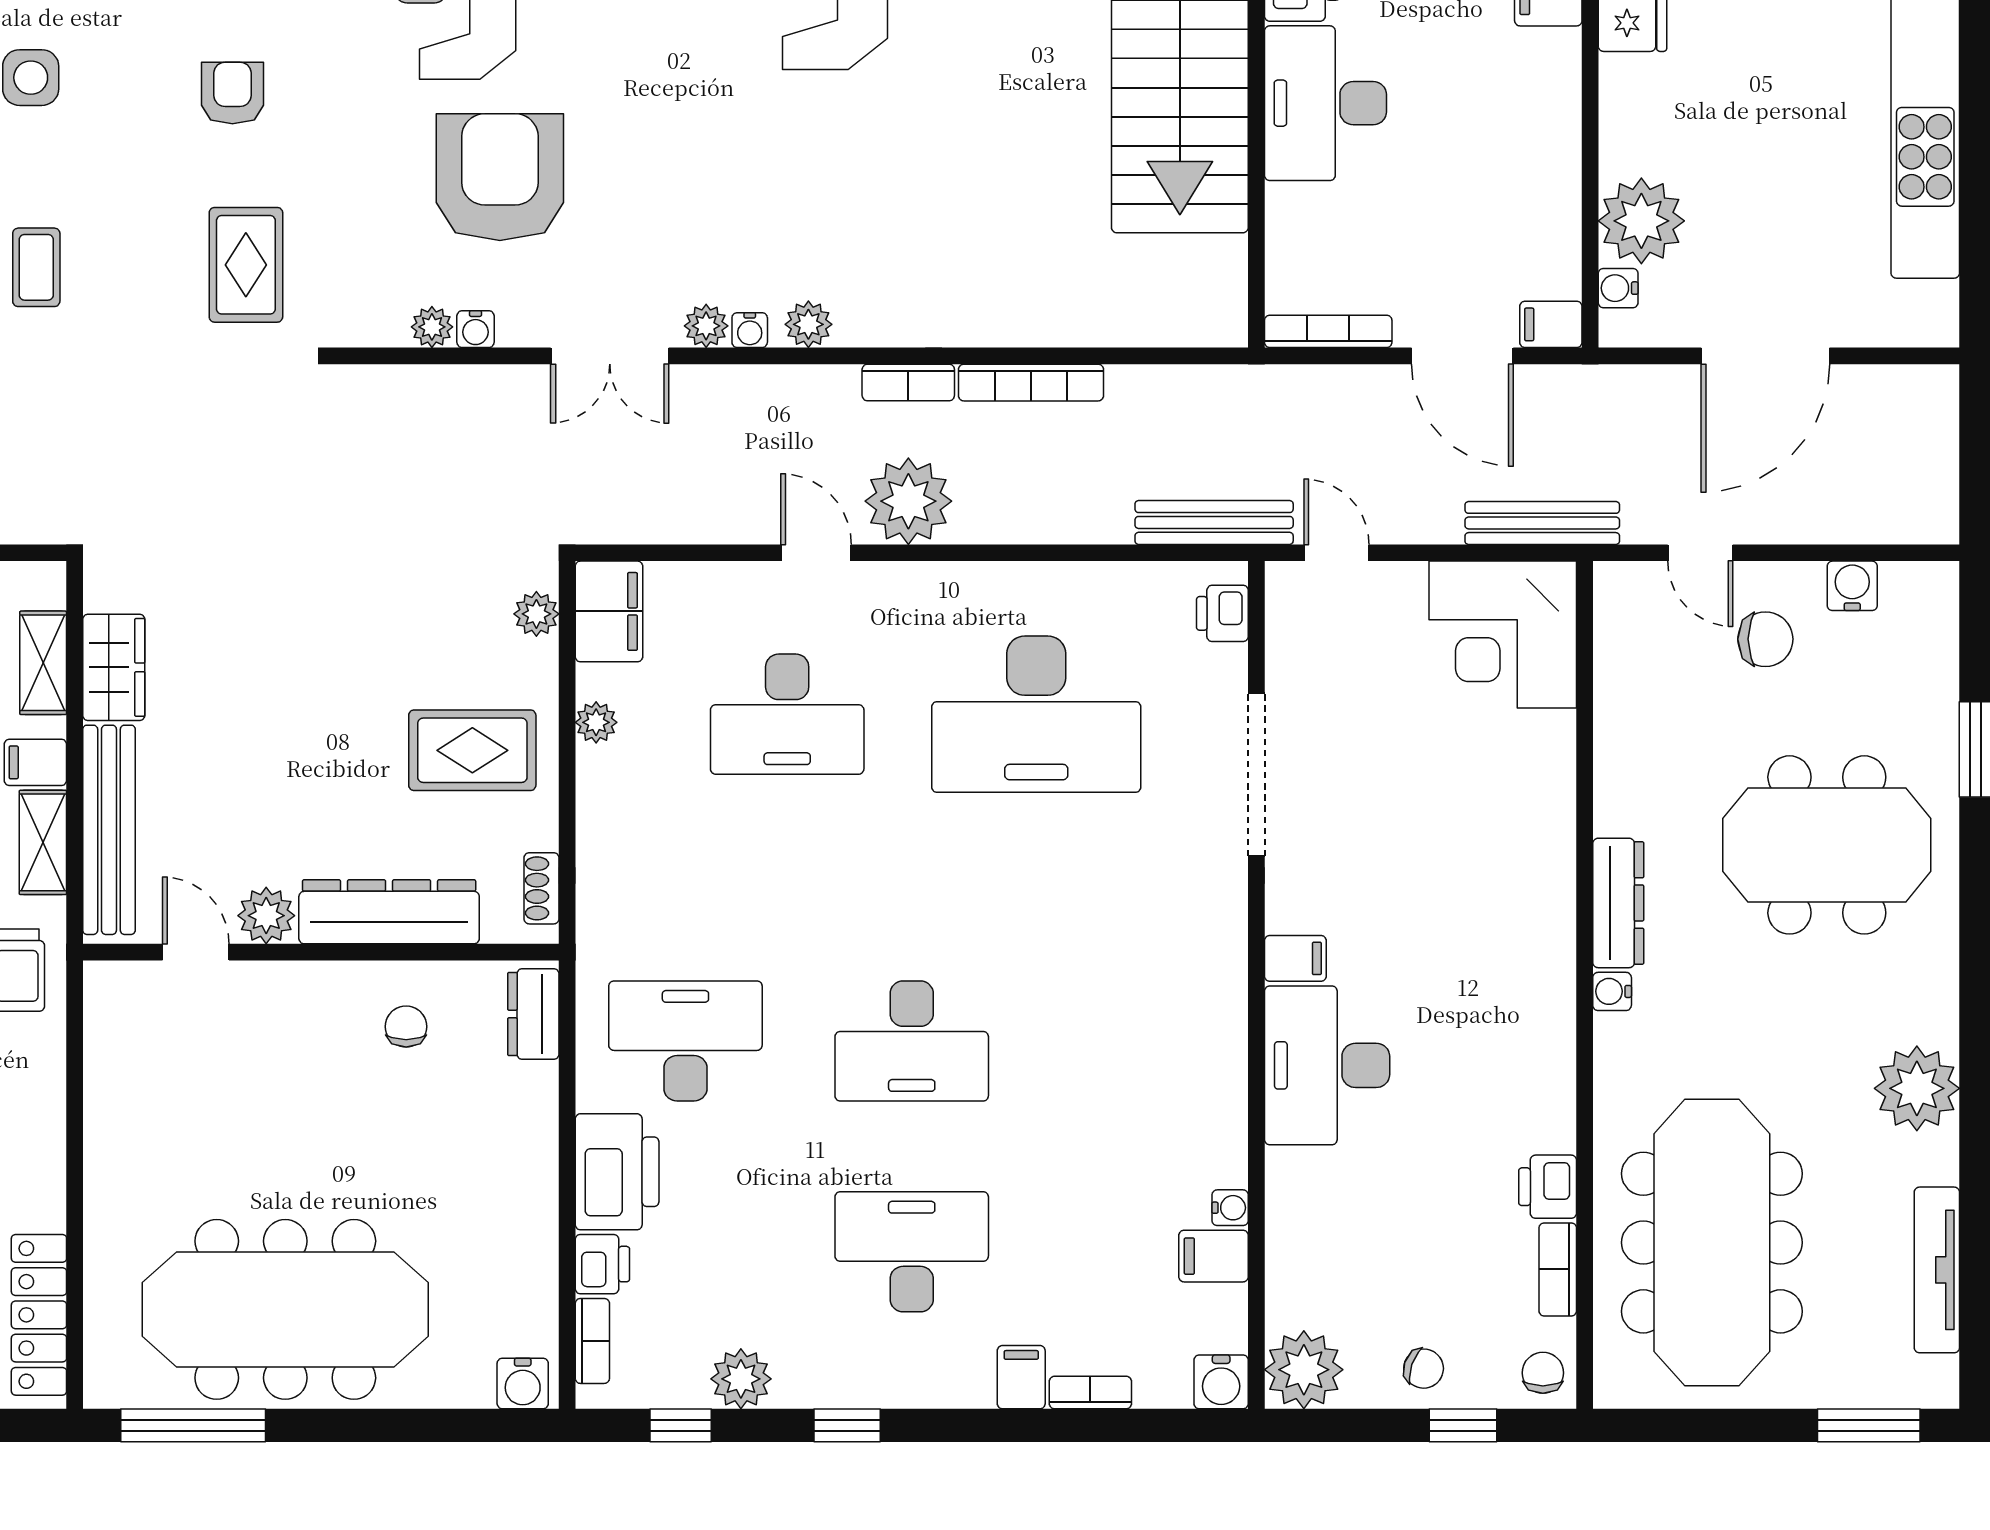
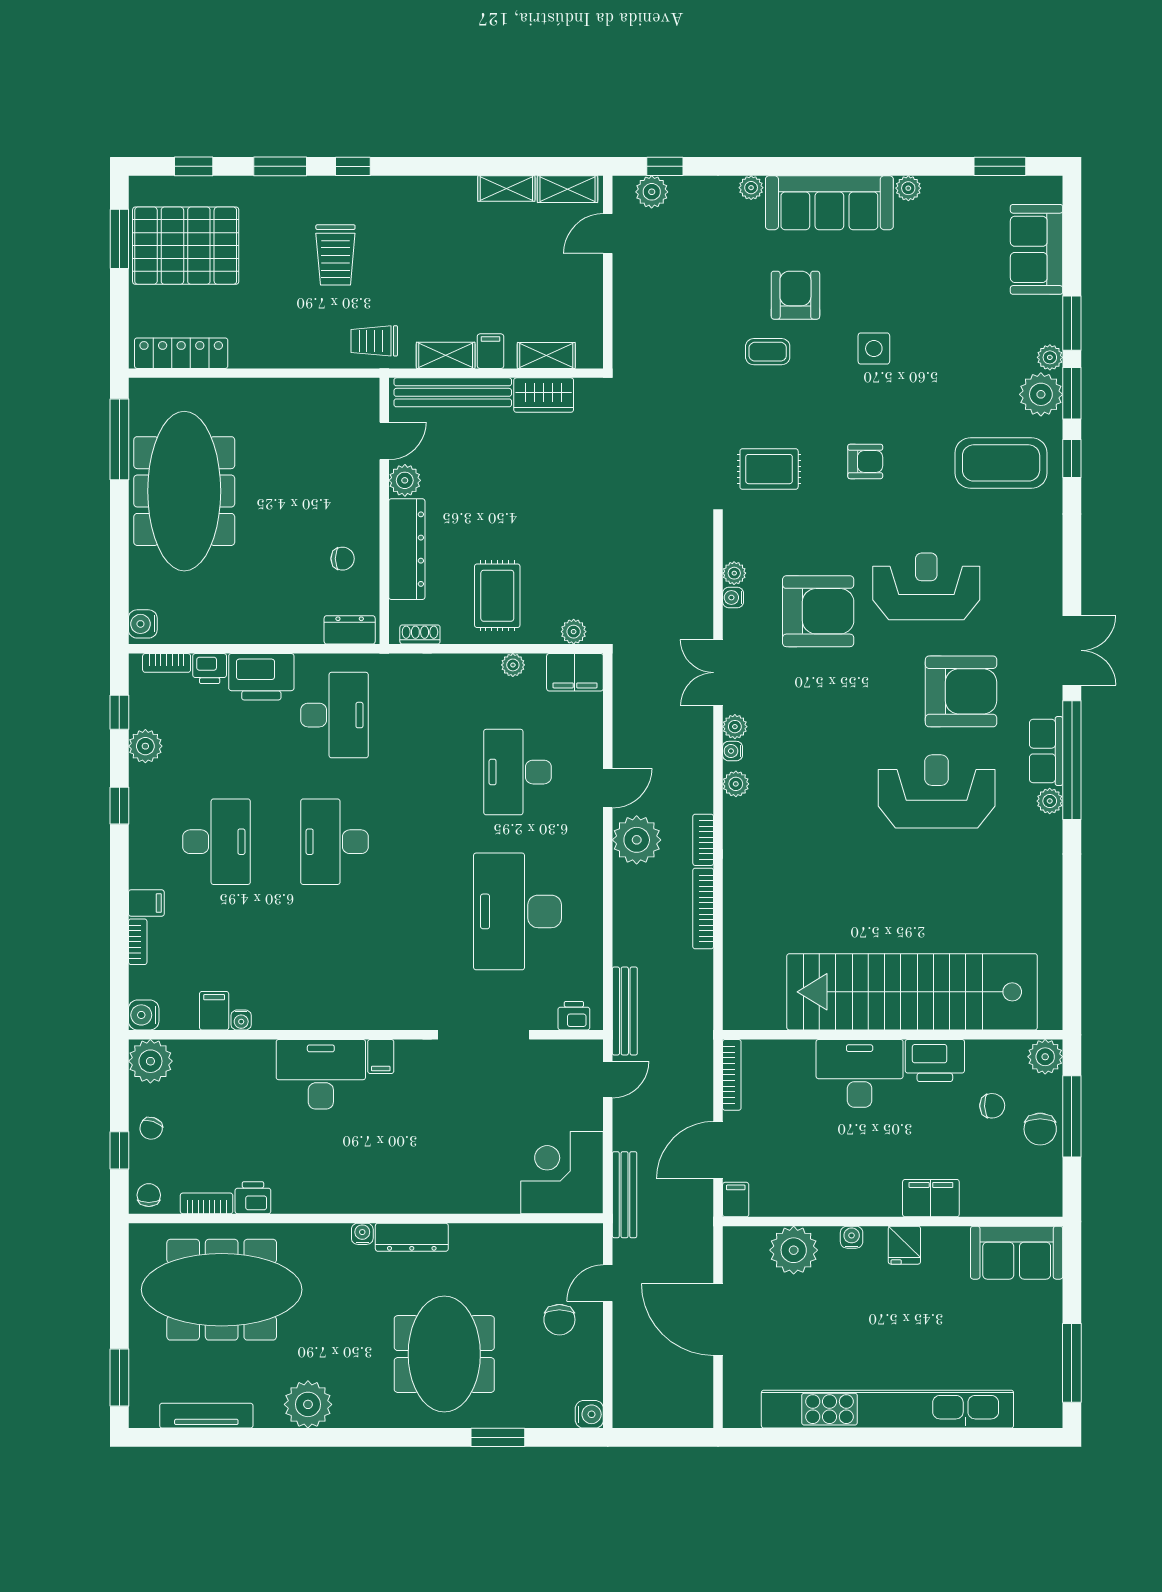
water cooler: (1618, 288) -> (852, 1237), moved
water cooler: (1852, 586) -> (589, 1414), moved
chair: (1543, 1373) -> (149, 1195), turned -90

